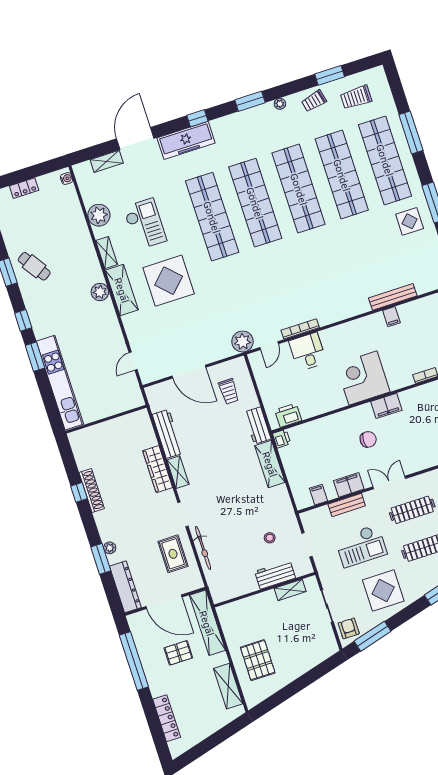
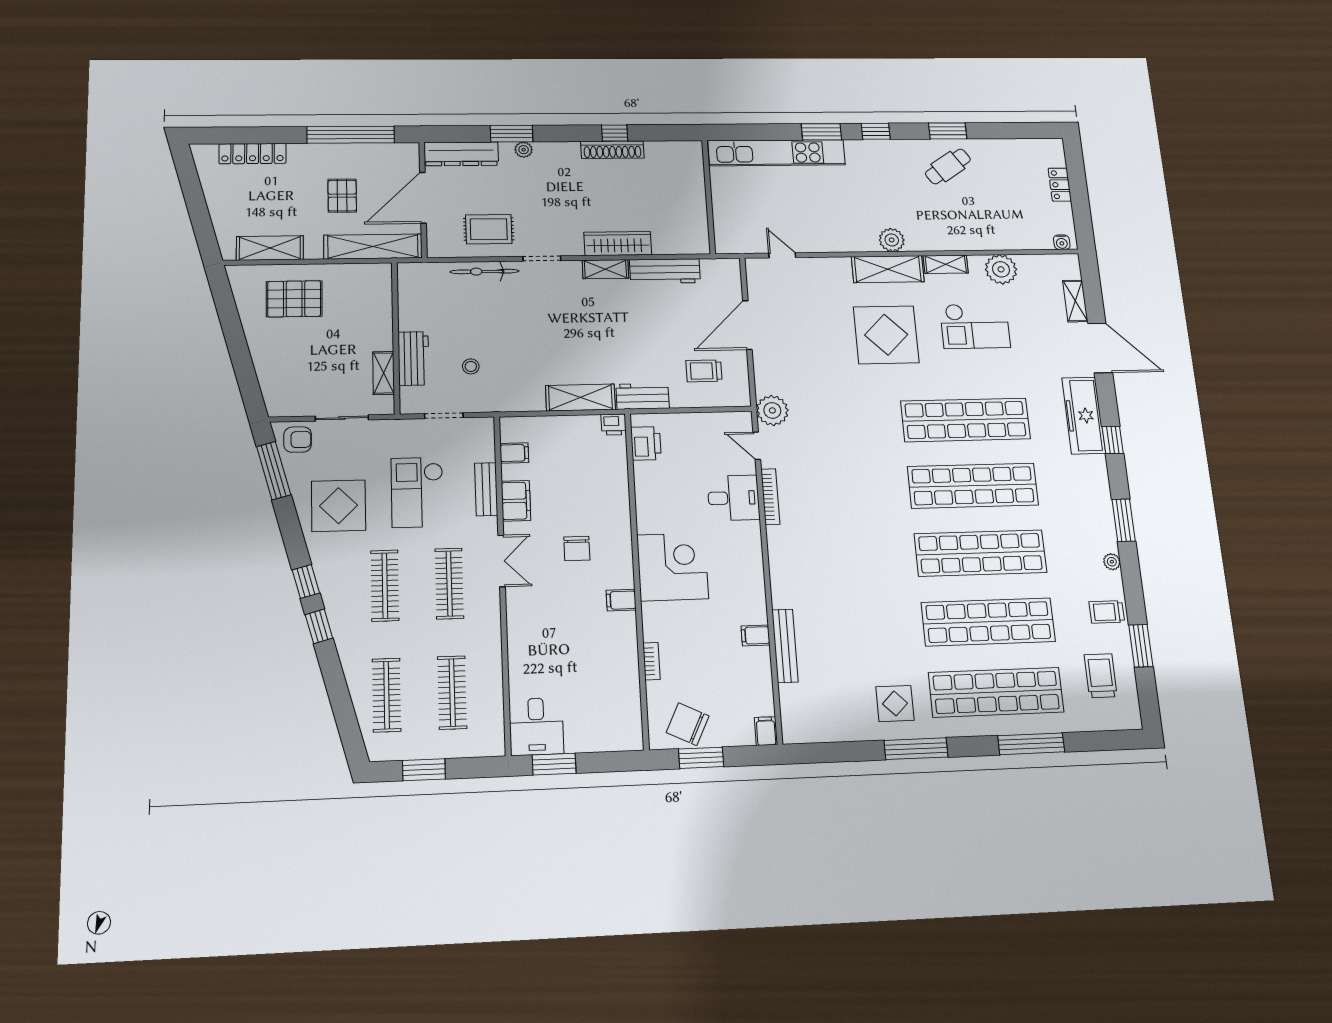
trolley: (314, 101) -> (1107, 612), turned -77
filing cabinet: (386, 406) -> (621, 600), width x0.50

